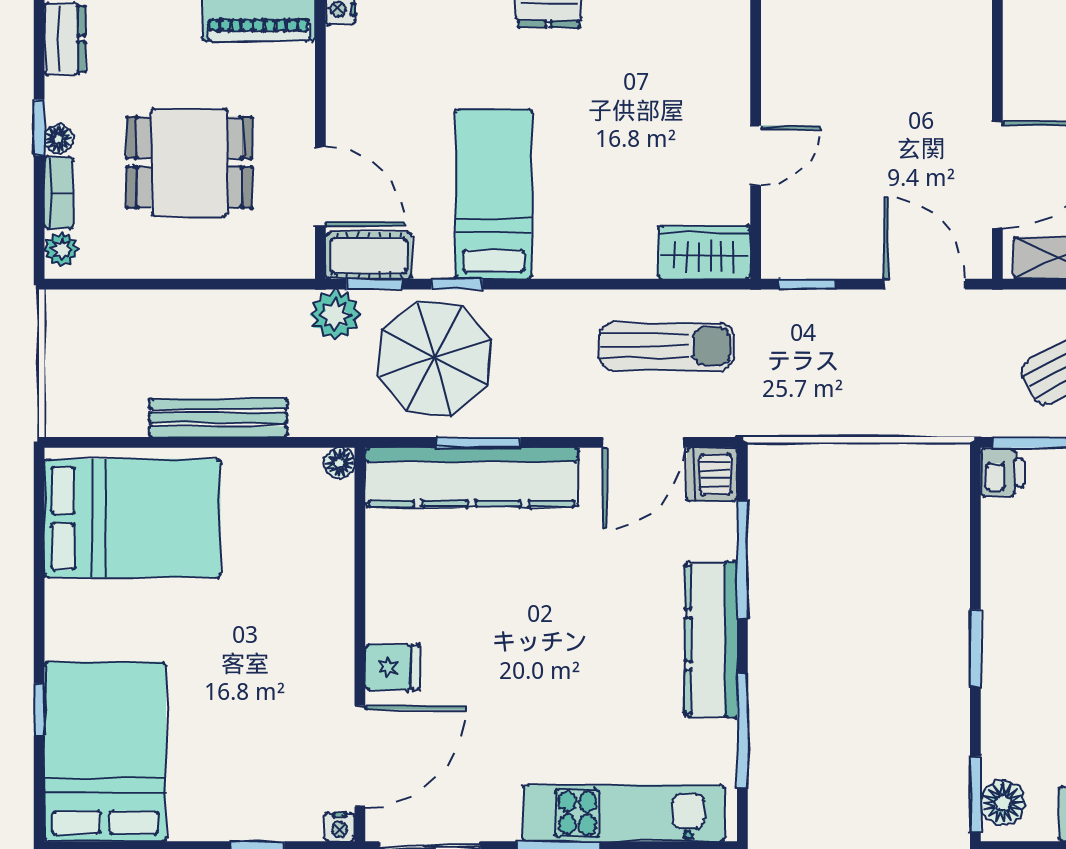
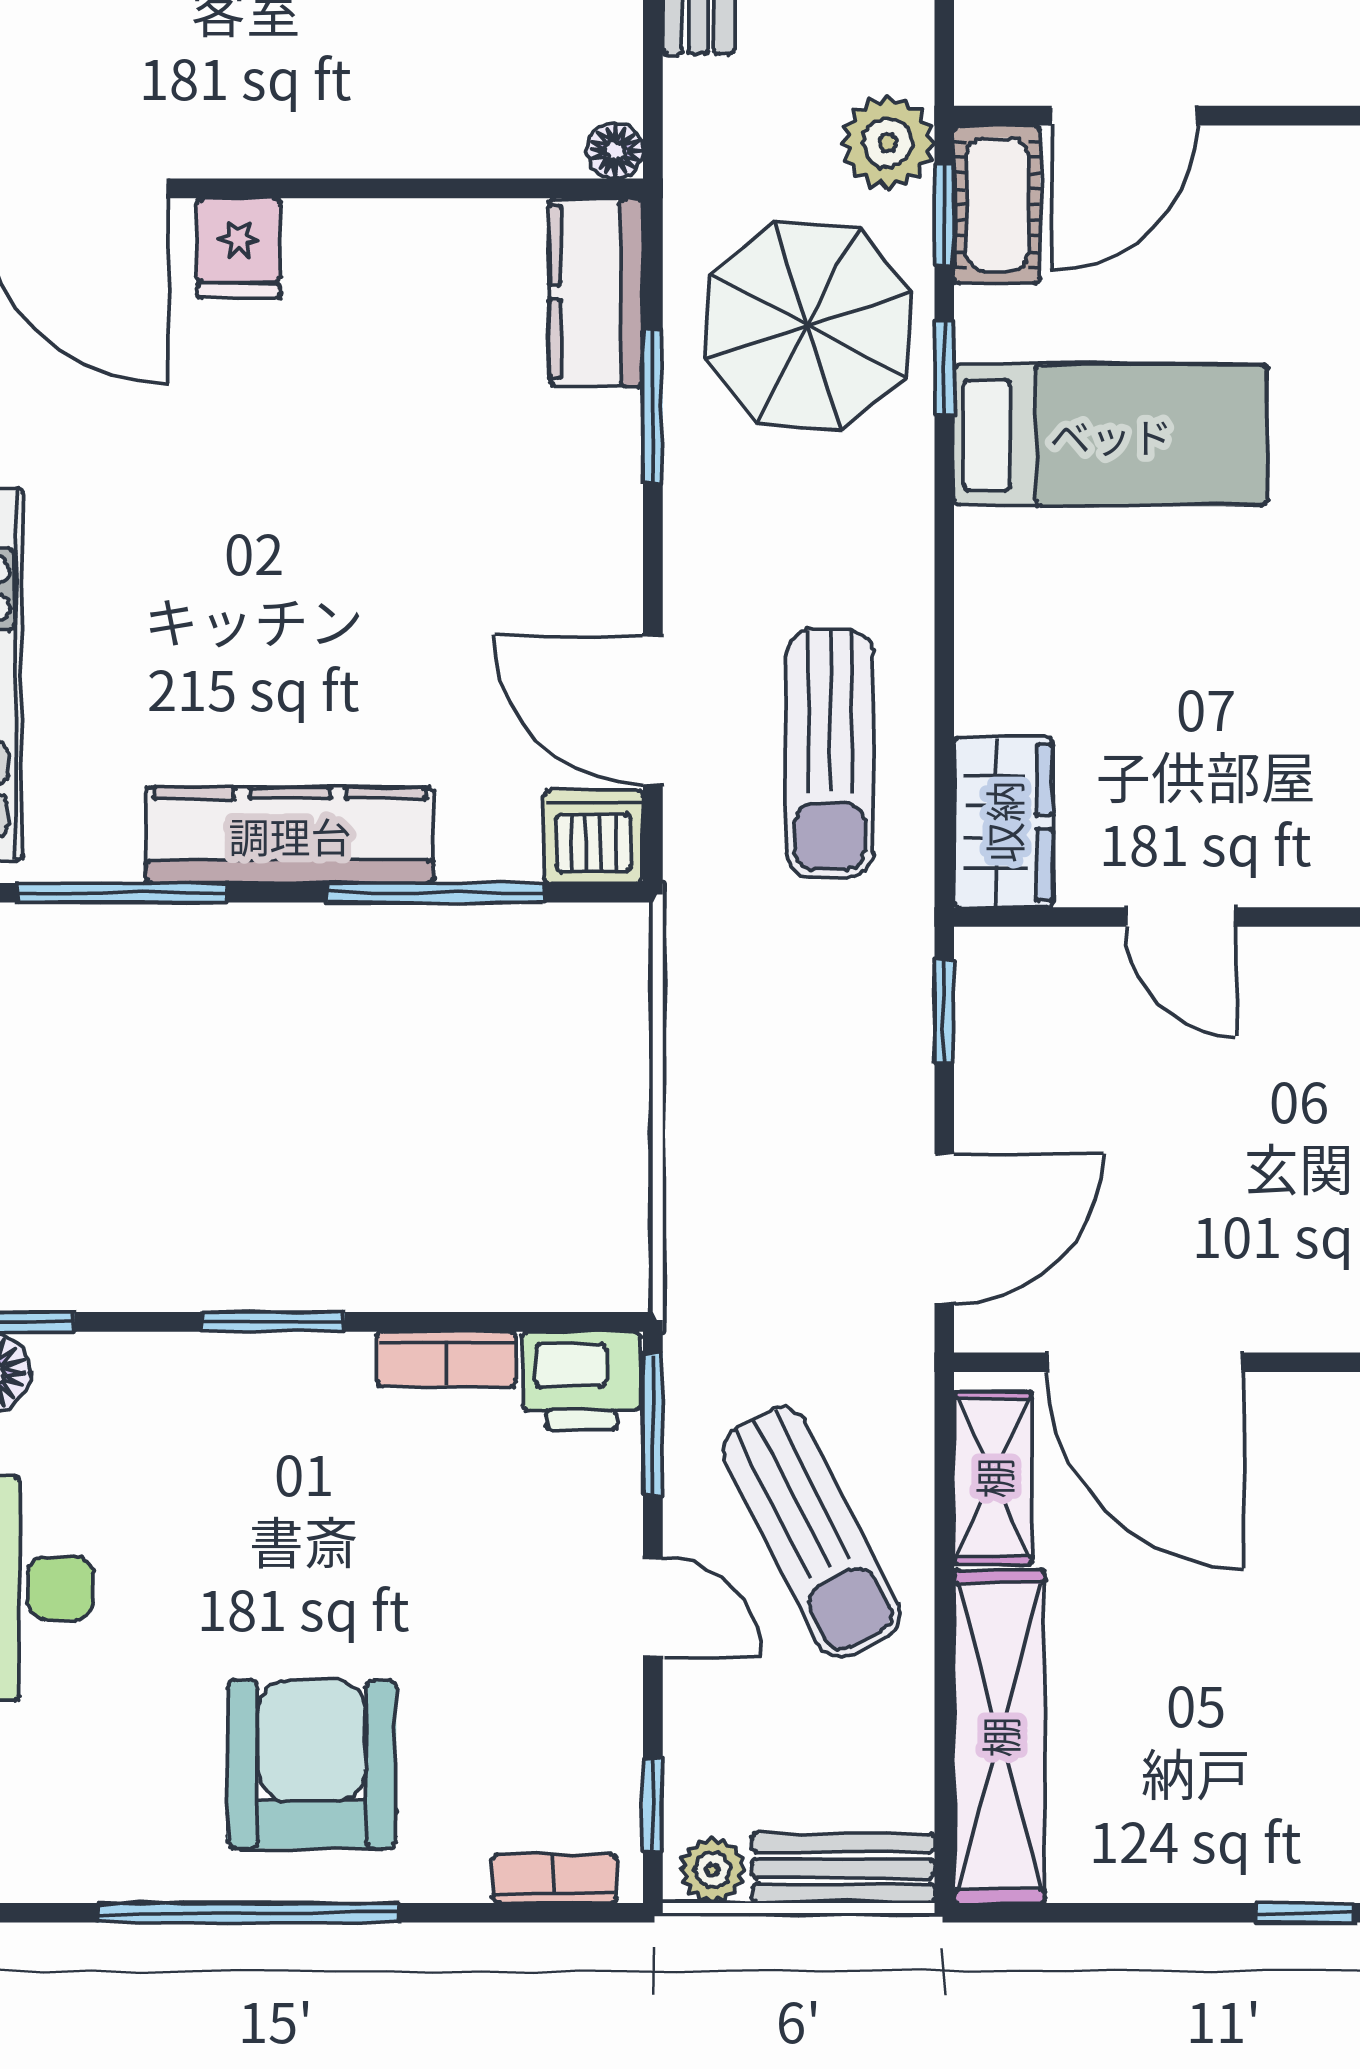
printer: (1002, 473) -> (581, 1381), width x1.36, depth x1.24
kitchen counter: (472, 477) -> (596, 292), width x0.48, depth x0.86
bookcase: (996, 554) -> (447, 1359), added

